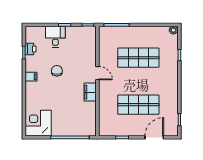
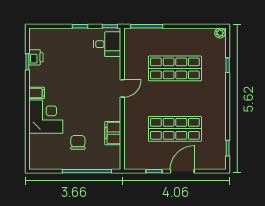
desk: (55, 37) -> (107, 44), moved, turned 90
chair: (57, 71) -> (78, 142), moved
door: (97, 73) -> (122, 88), hinge flipped
filing cabinet: (90, 92) -> (113, 133), moved
corner desk: (38, 123) -> (46, 117), moved, turned 90
door: (154, 137) -> (182, 171), moved

